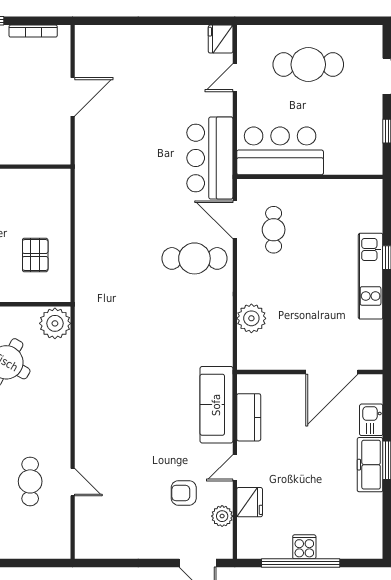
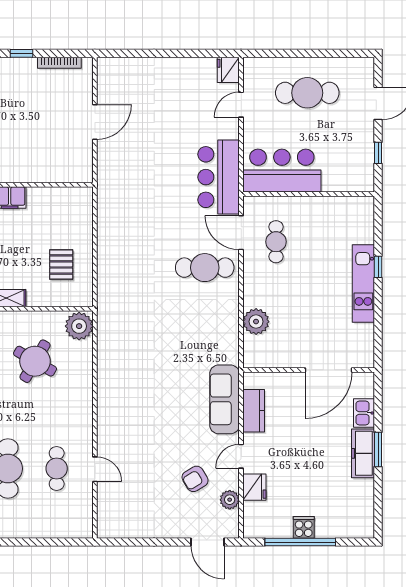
armchair: (184, 493) -> (195, 479), turned -31

